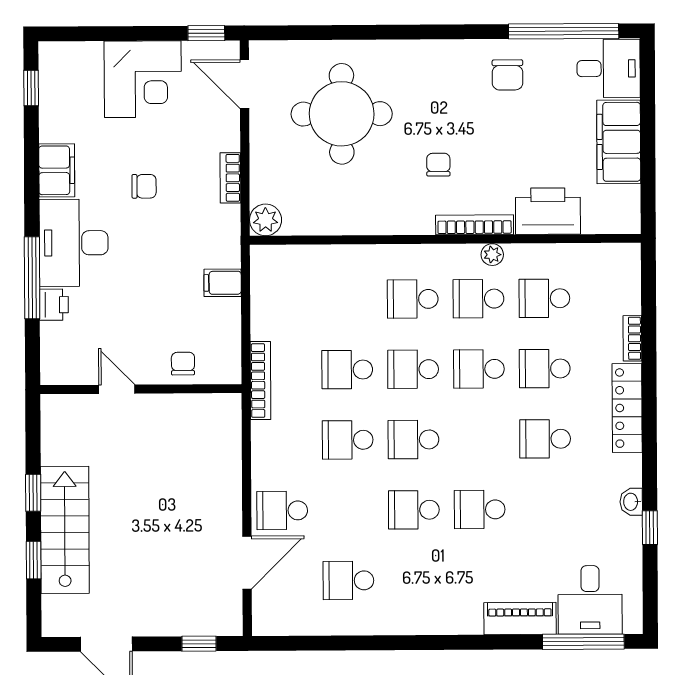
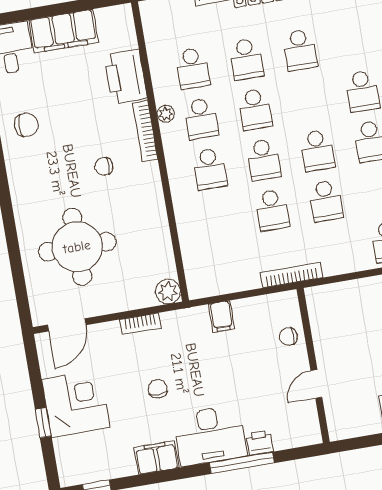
window: (206, 33) -> (43, 423), moved

